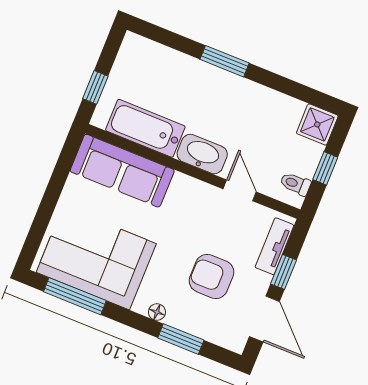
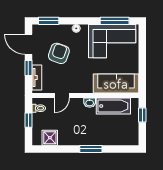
shower: (317, 124) -> (50, 138), moved
washbasin: (202, 154) -> (90, 103), width x0.52, depth x0.69
door: (240, 190) -> (62, 96), hinge flipped
armchair: (212, 276) -> (59, 53), turned -71
window: (181, 339) -> (49, 21), moved

